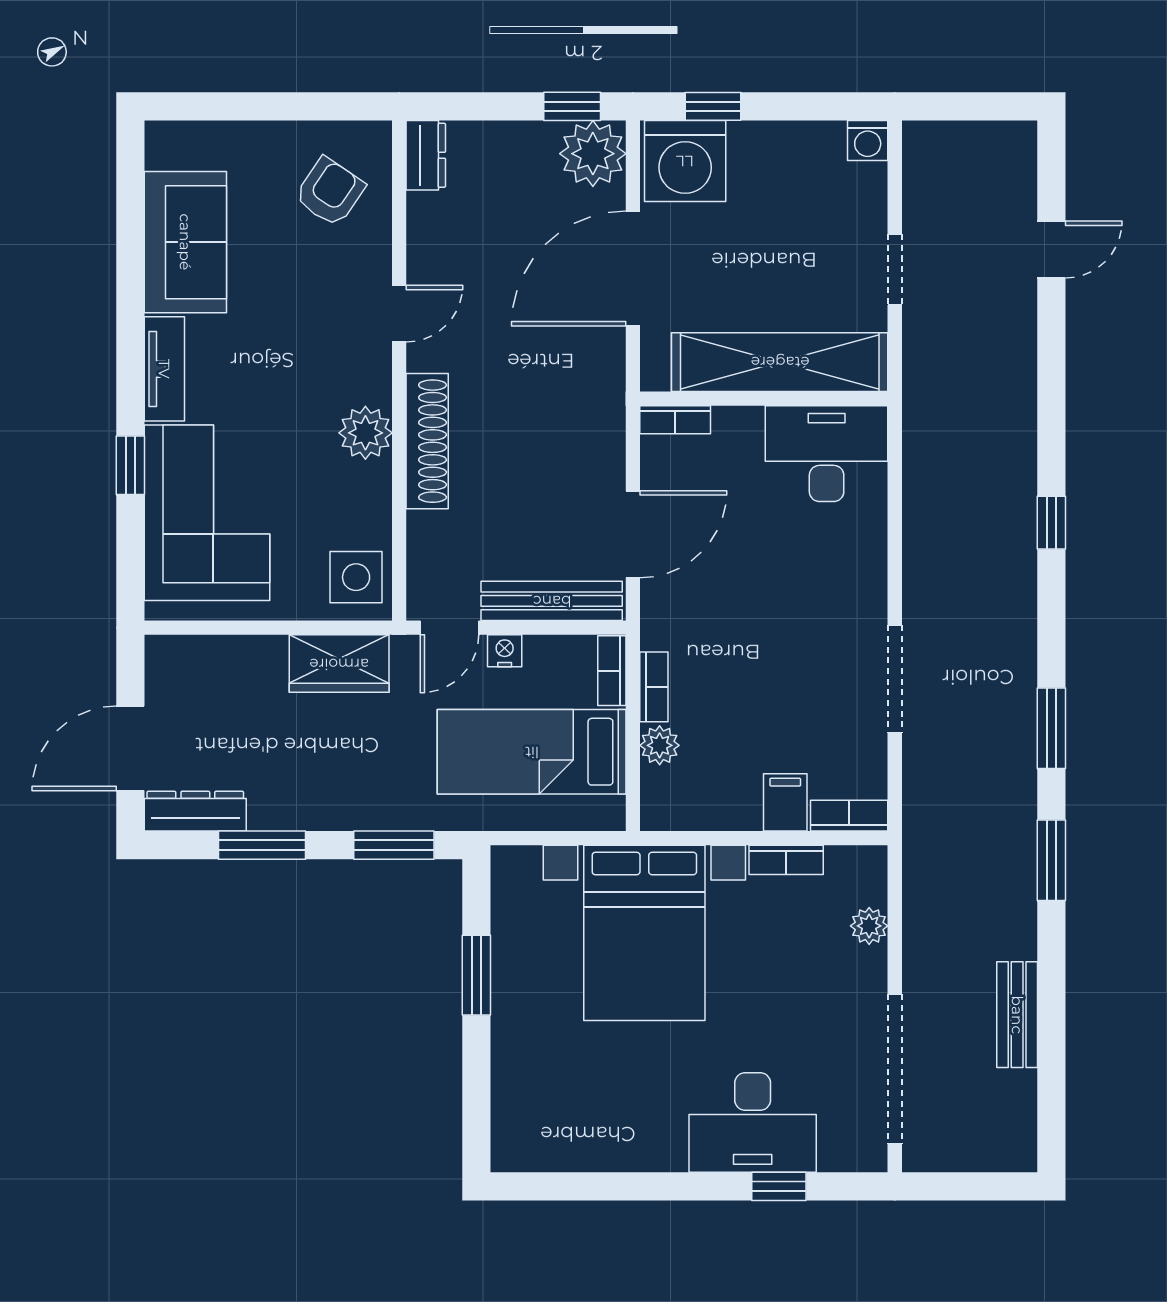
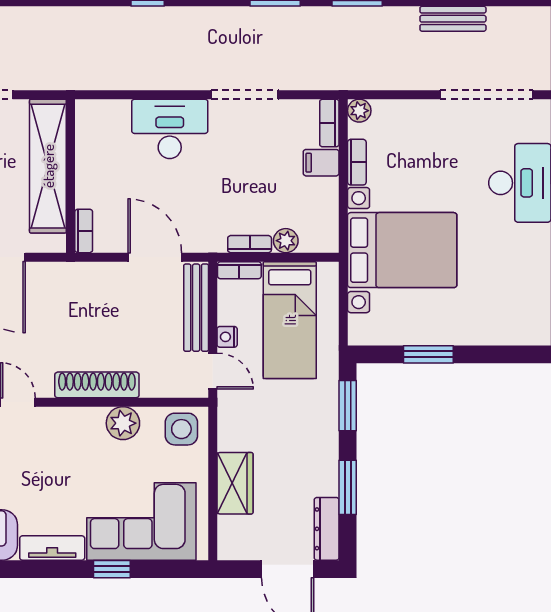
plant: (365, 433) -> (123, 423), moved
desk: (827, 454) -> (170, 129), moved, turned 90
wardrobe: (339, 664) -> (235, 483), moved
plant: (869, 926) -> (359, 111), moved

